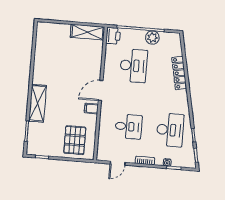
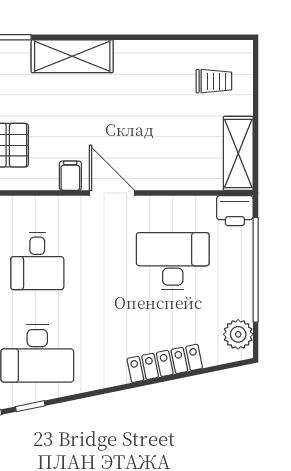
plant: (152, 38) -> (238, 334), moved
trolley: (54, 40) -> (214, 81), added
desk: (134, 66) -> (173, 261), turned 180

